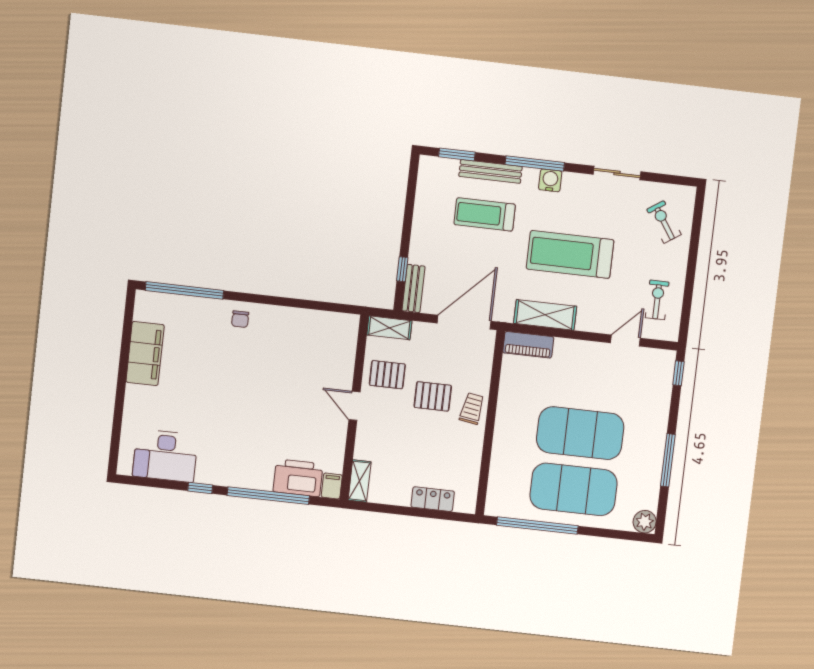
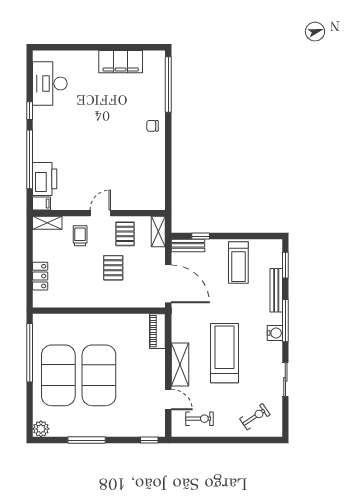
treadmill: (485, 214) -> (238, 262), moved, turned 180
shelving: (545, 315) -> (180, 364), moved
trolley: (472, 409) -> (80, 236), moved, turned -99

